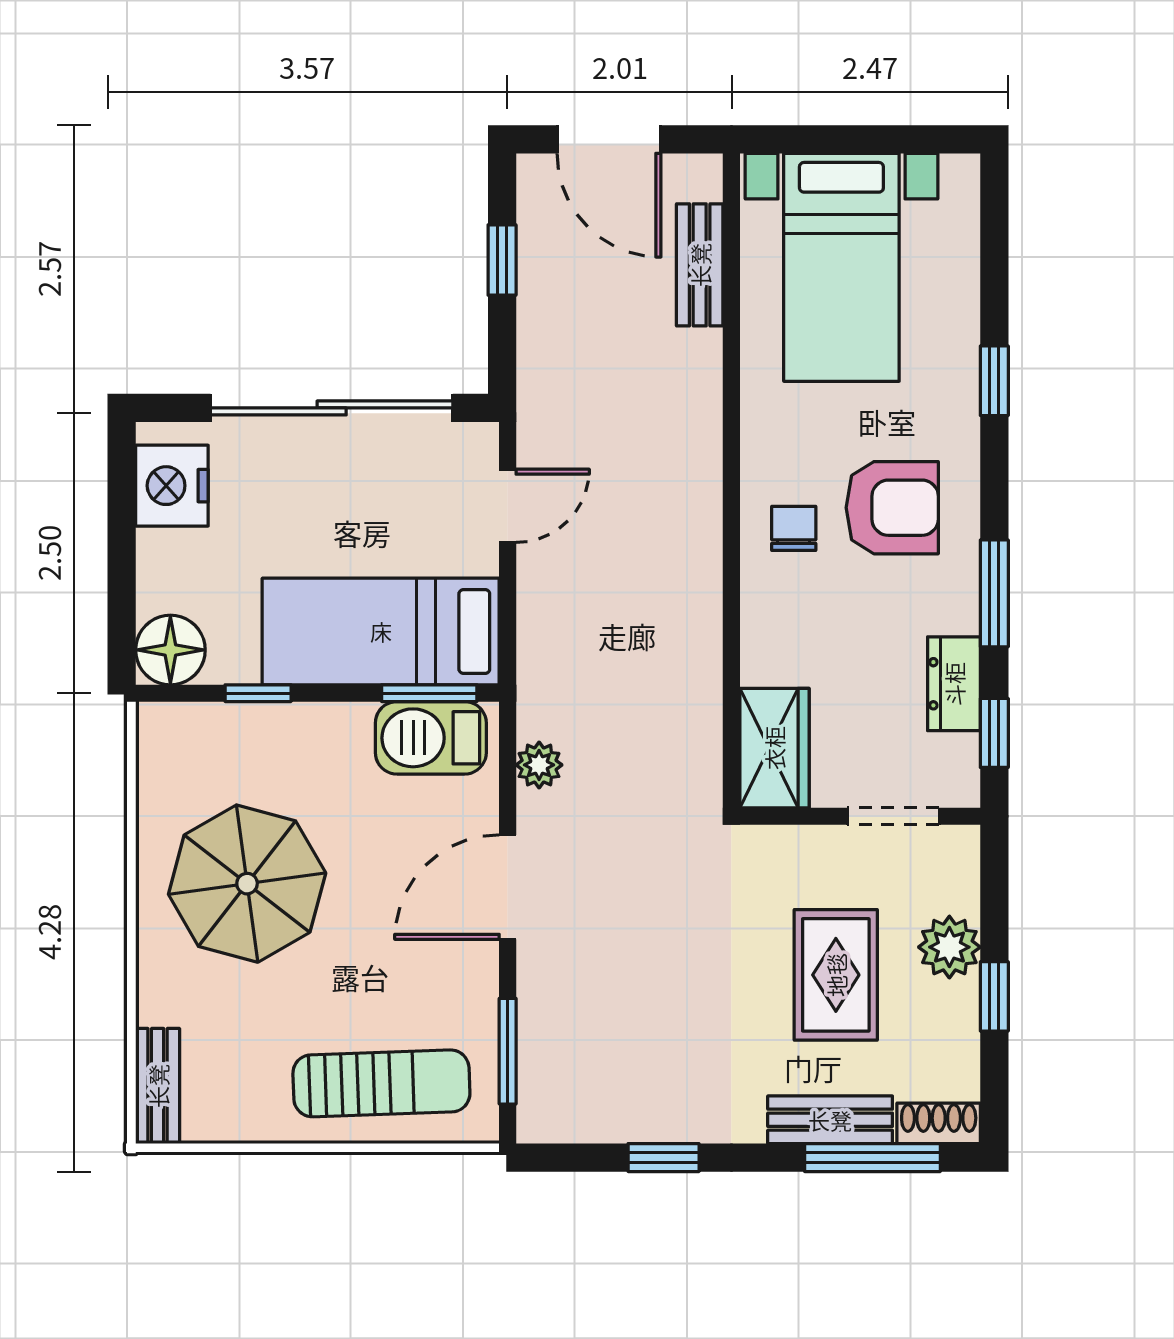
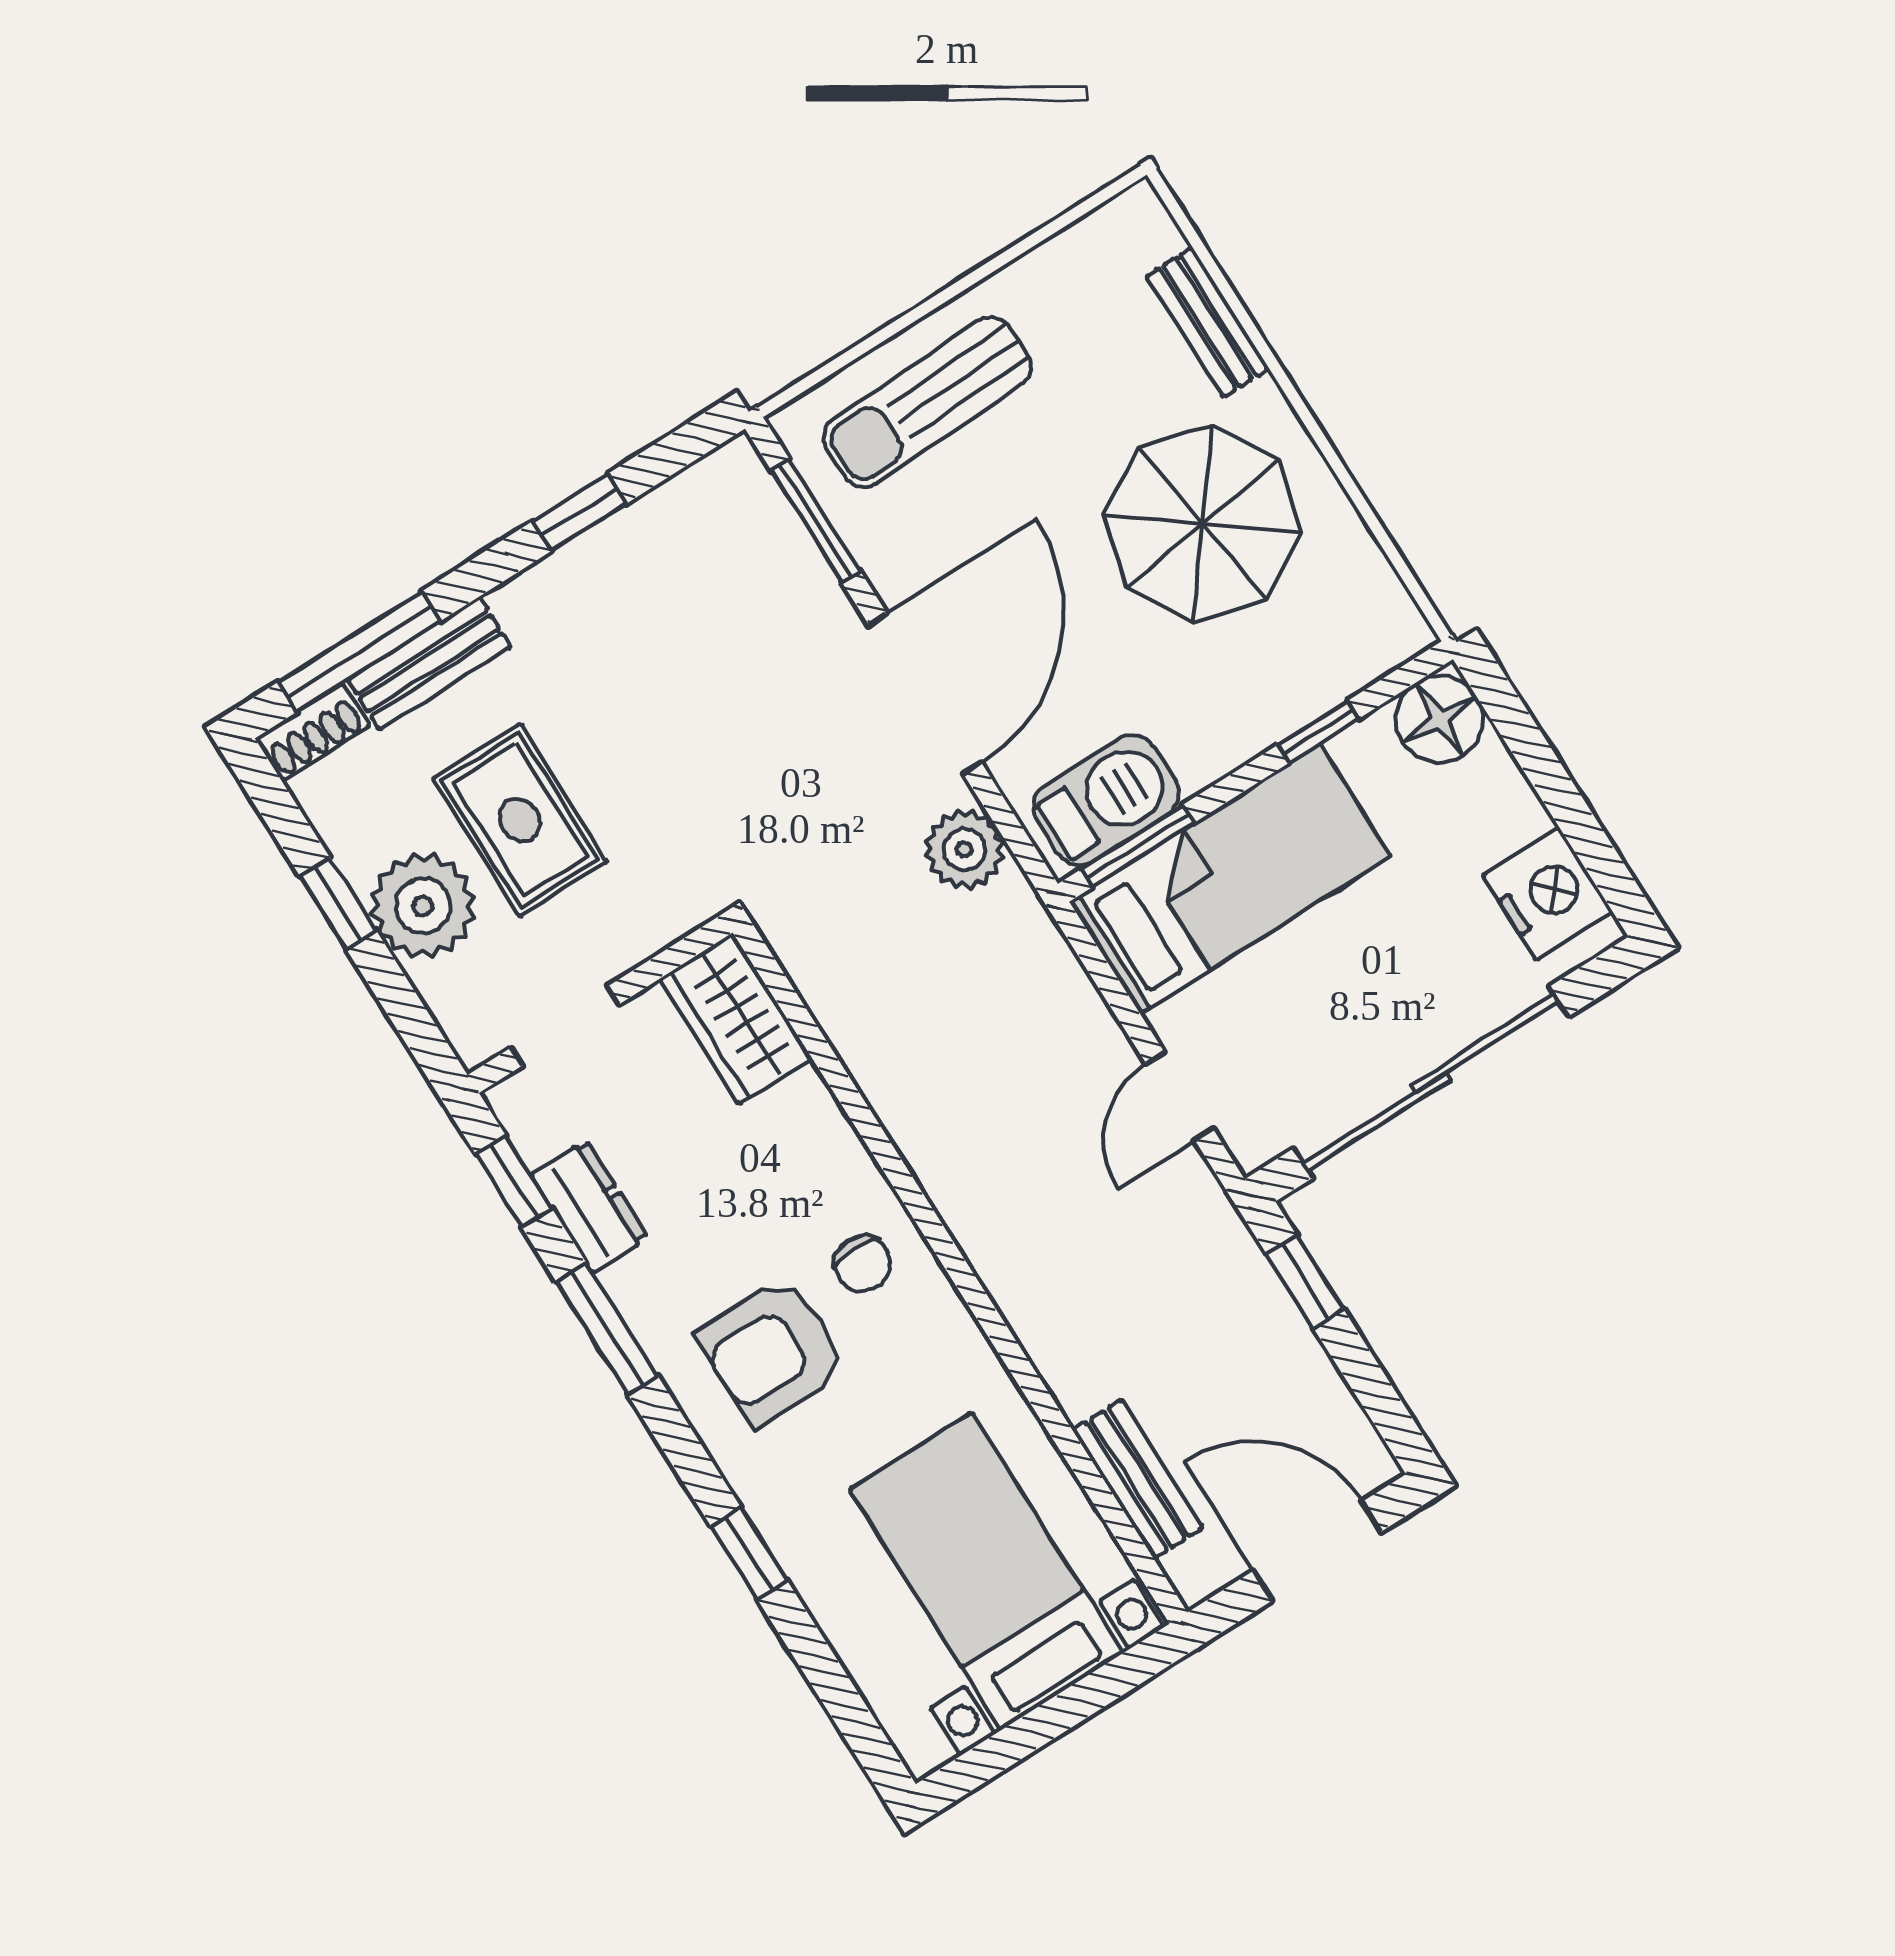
window: (502, 260) -> (1305, 1282), moved
plant: (539, 765) -> (964, 849), width x1.38, depth x1.38
door: (508, 887) -> (925, 694), width x1.36
plant: (949, 947) -> (423, 906), width x1.36, depth x1.36
bench: (158, 1086) -> (1208, 322), moved

